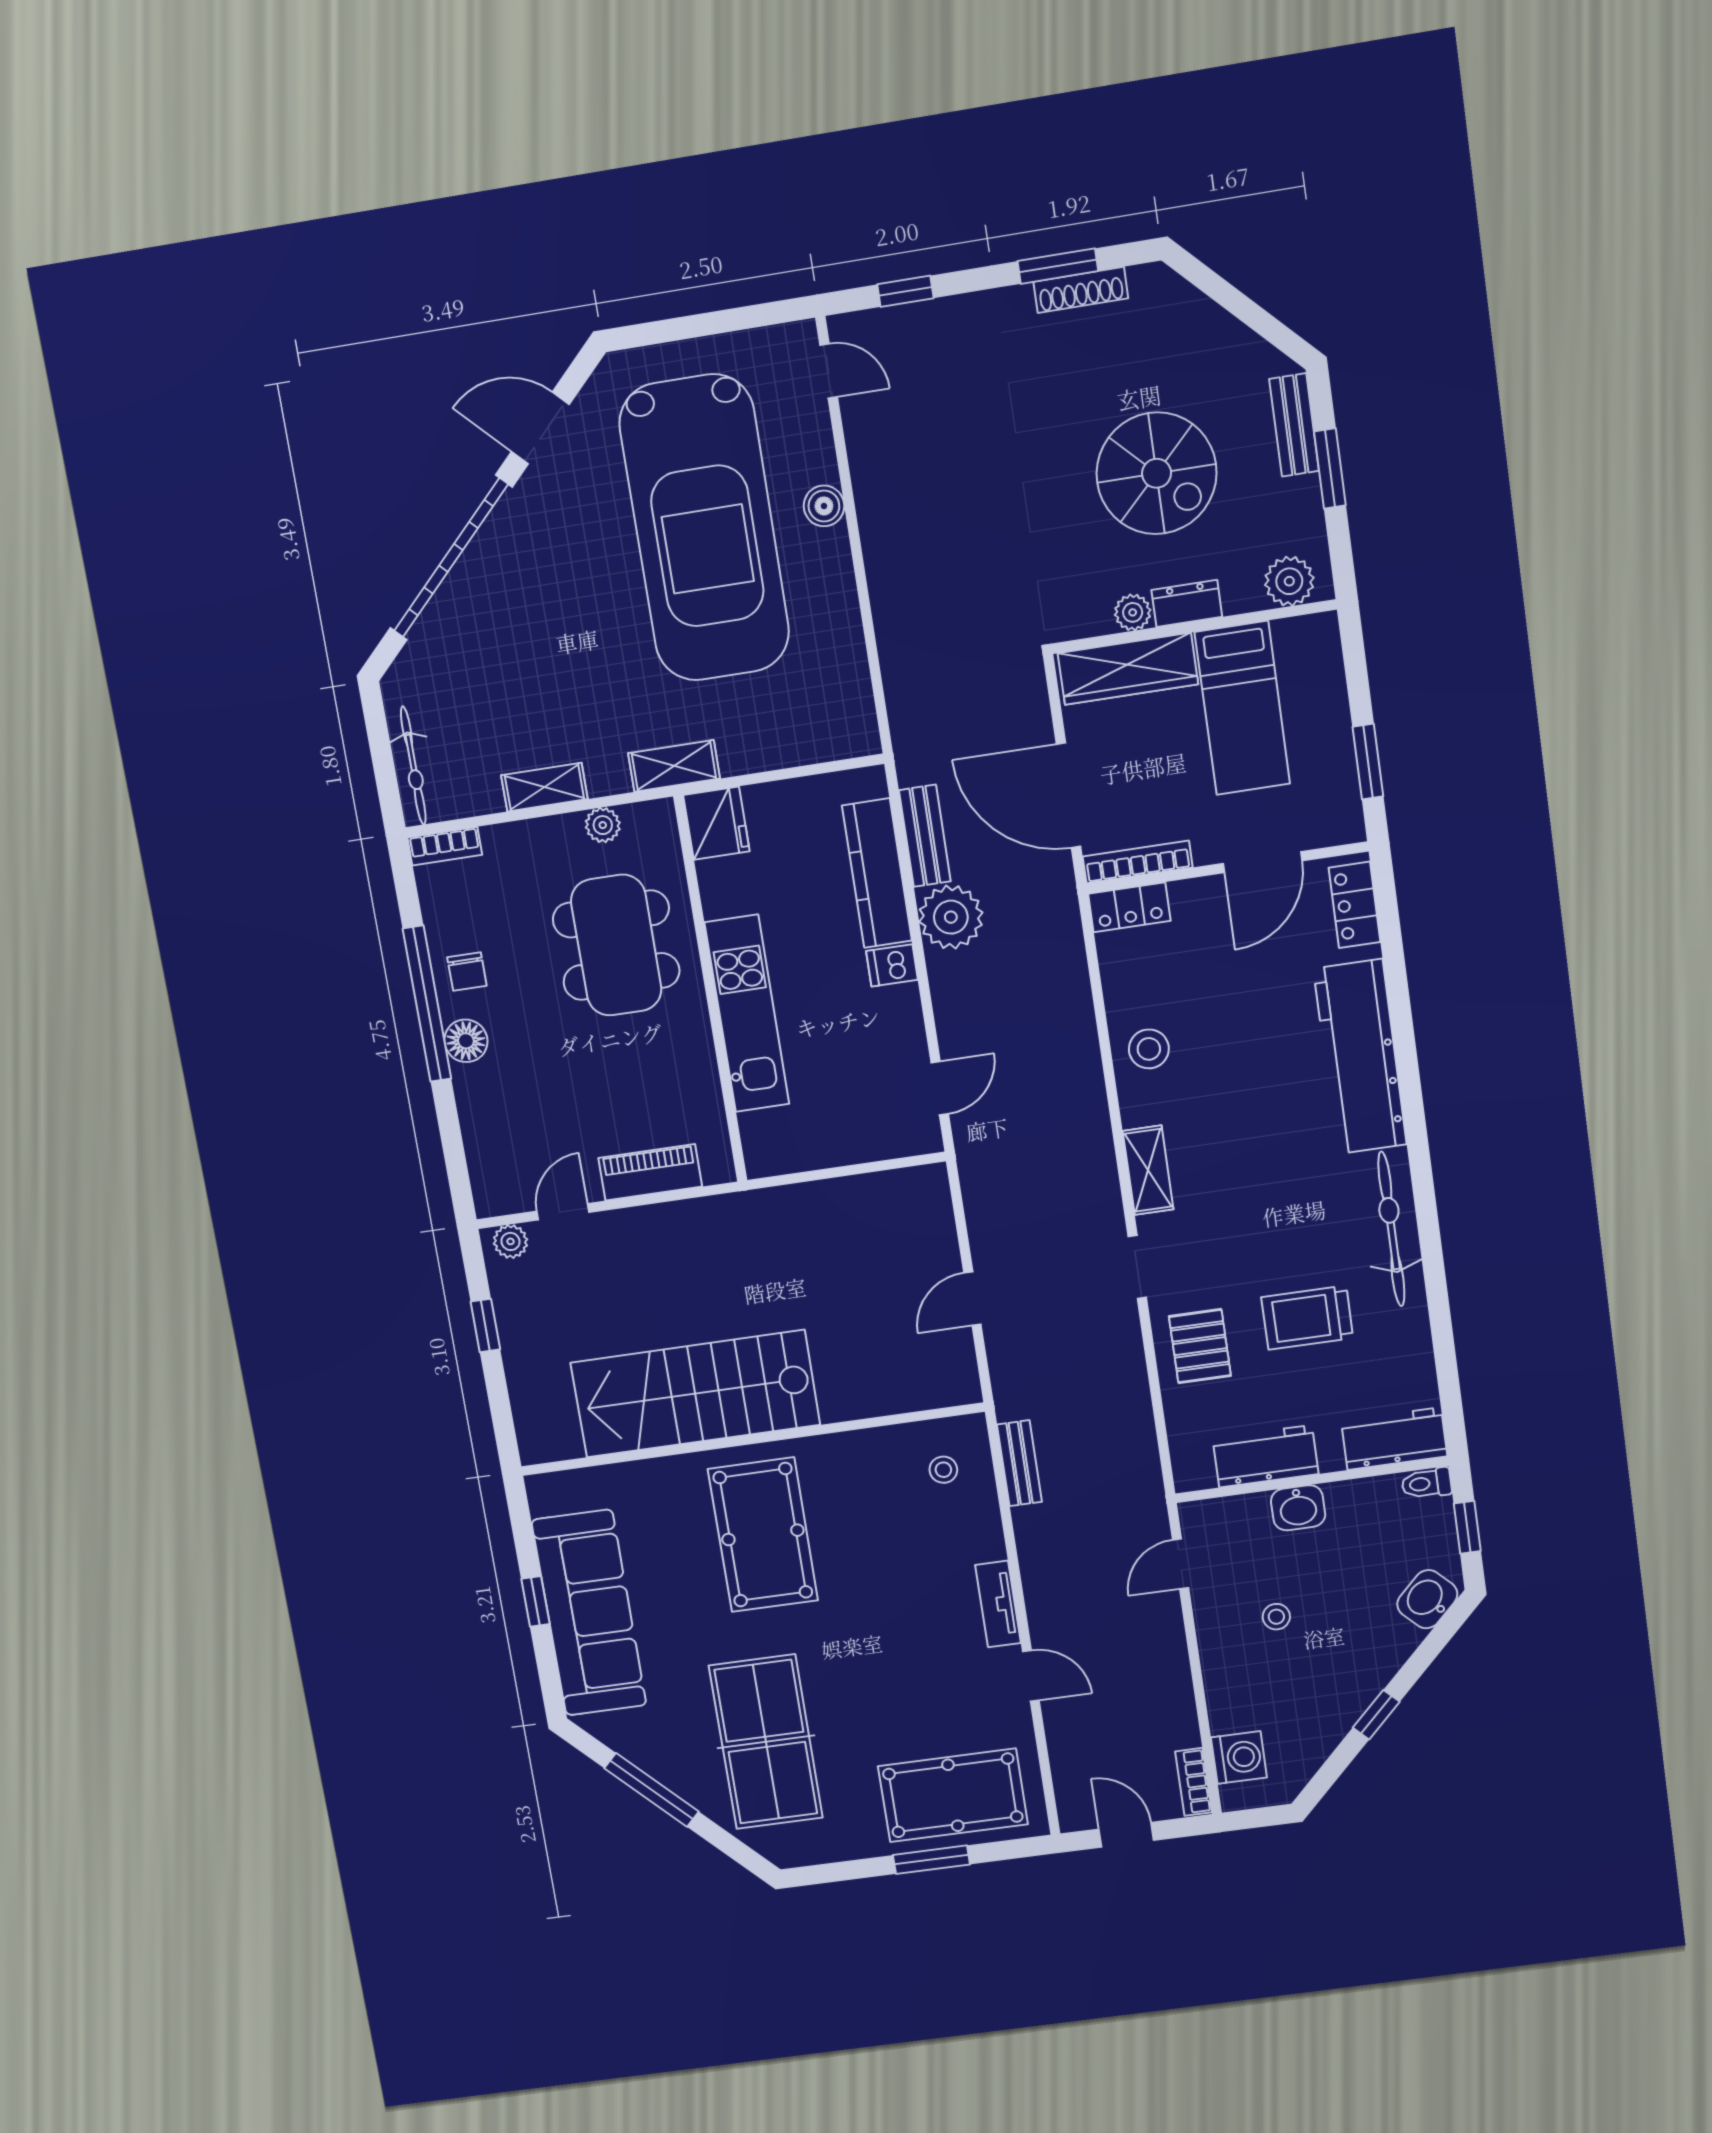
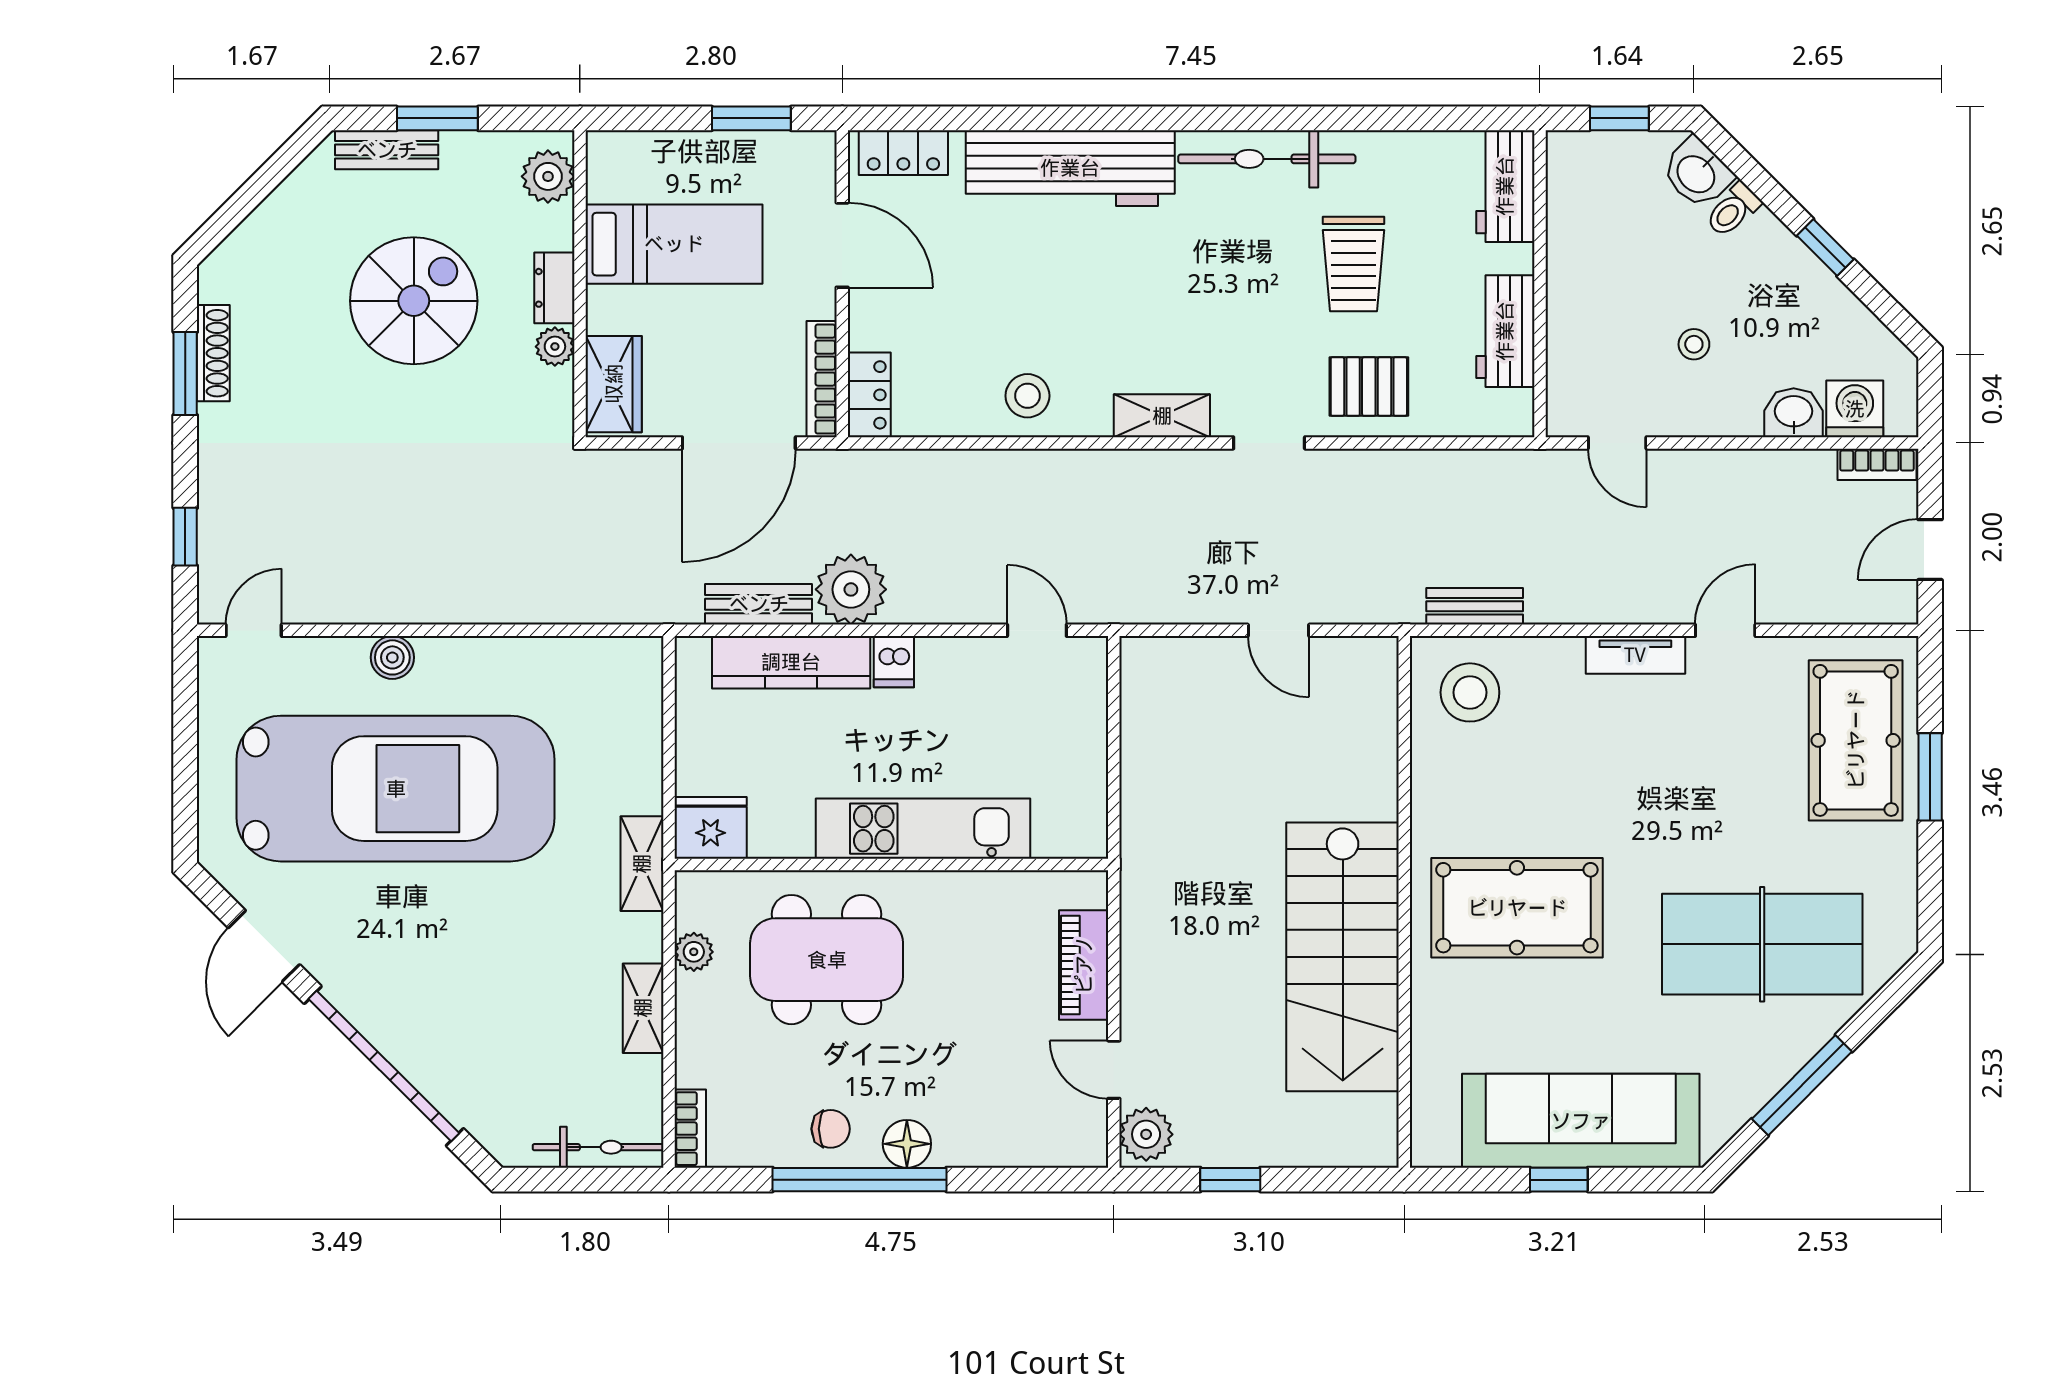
wardrobe: (1128, 669) -> (614, 384), width x0.67
plant: (511, 1241) -> (1146, 1134), width x1.38, depth x1.38
stool: (943, 1470) -> (1470, 692), width x1.89, depth x1.89
toilet: (1427, 1483) -> (1733, 210), moved, turned 45
washbasin: (1298, 1508) -> (1794, 413), moved, turned -90

